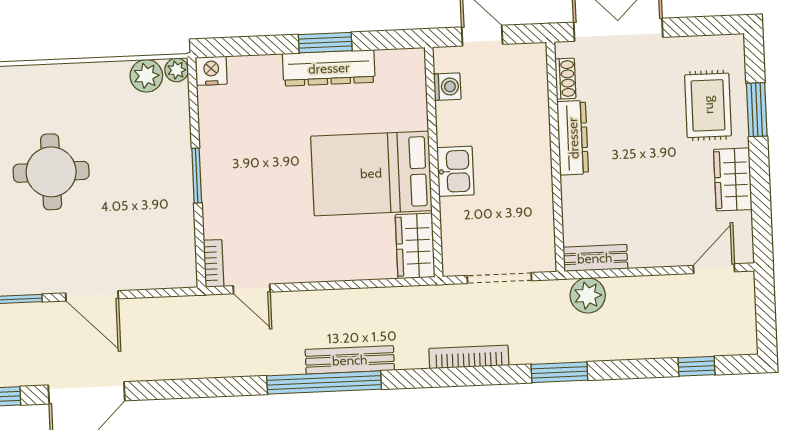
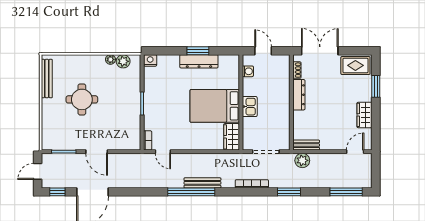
plant: (177, 70) -> (110, 59), moved
rug: (708, 105) -> (355, 65), moved, turned 90
window: (696, 366) -> (346, 192), width x2.17

